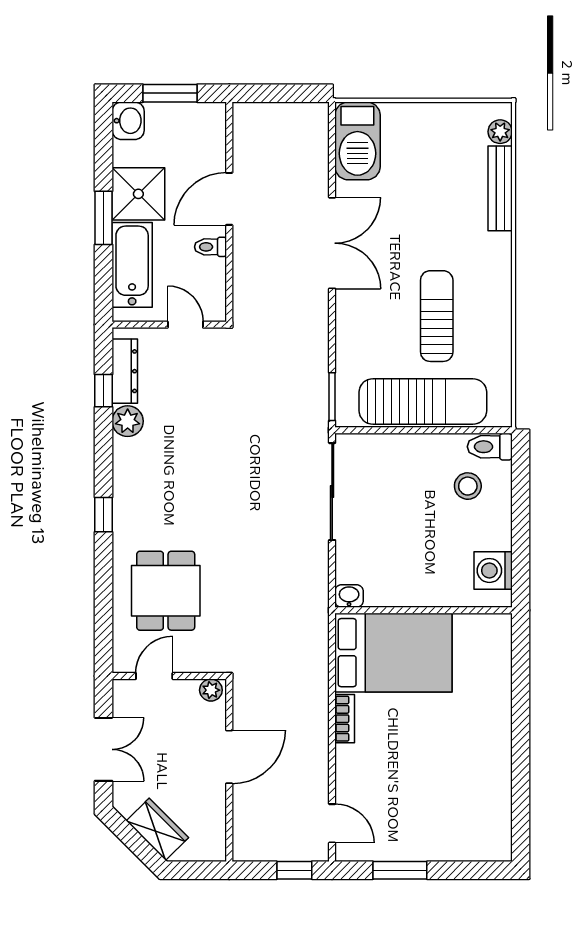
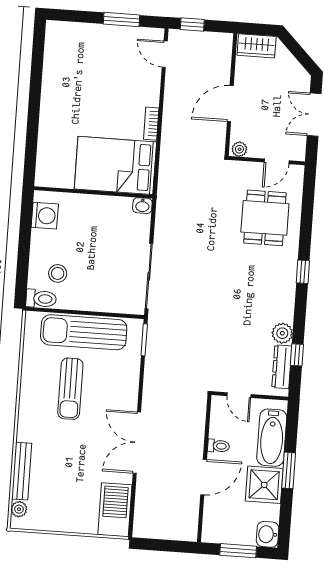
wardrobe: (157, 829) -> (257, 46), moved, turned -45

